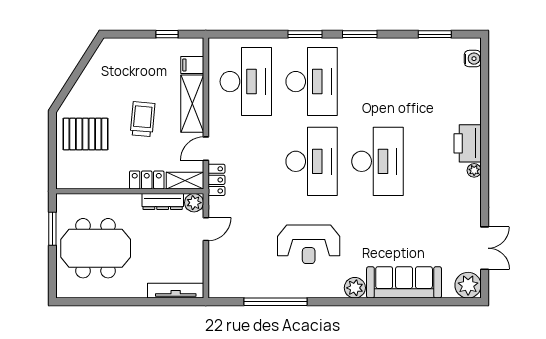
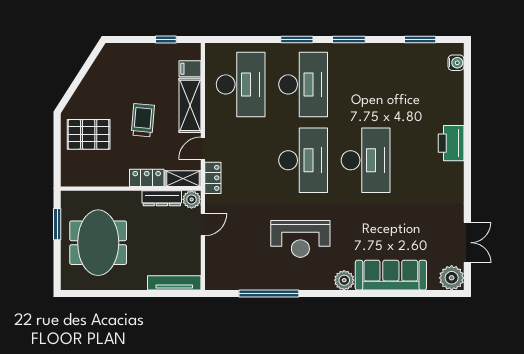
plant: (474, 170) -> (457, 169), removed
meeting table: (96, 248) -> (98, 243), turned 90

